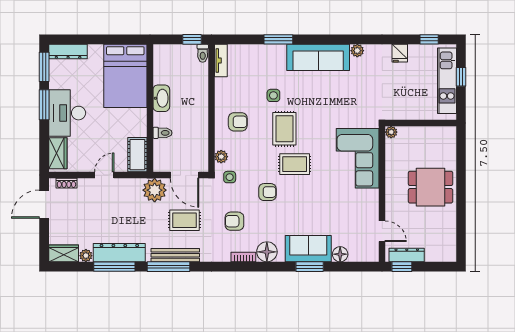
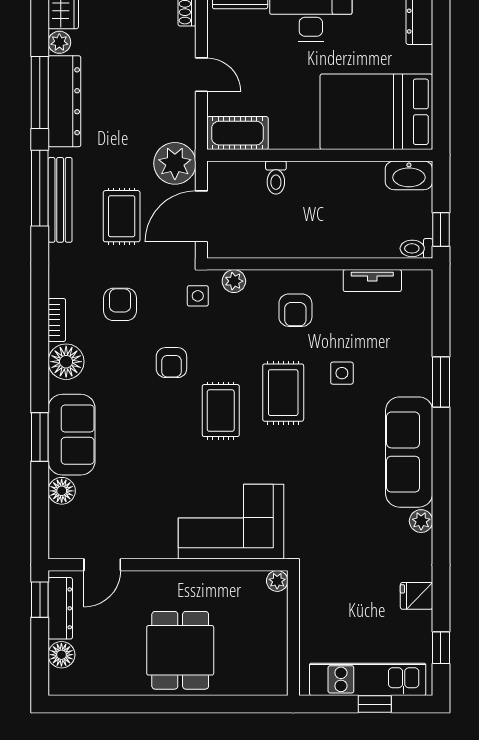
tv unit: (221, 60) -> (372, 281), moved
washbasin: (161, 98) -> (409, 175), moved
rug: (284, 129) -> (283, 393), turned 90
floor lamp: (433, 254) -> (61, 655), added

